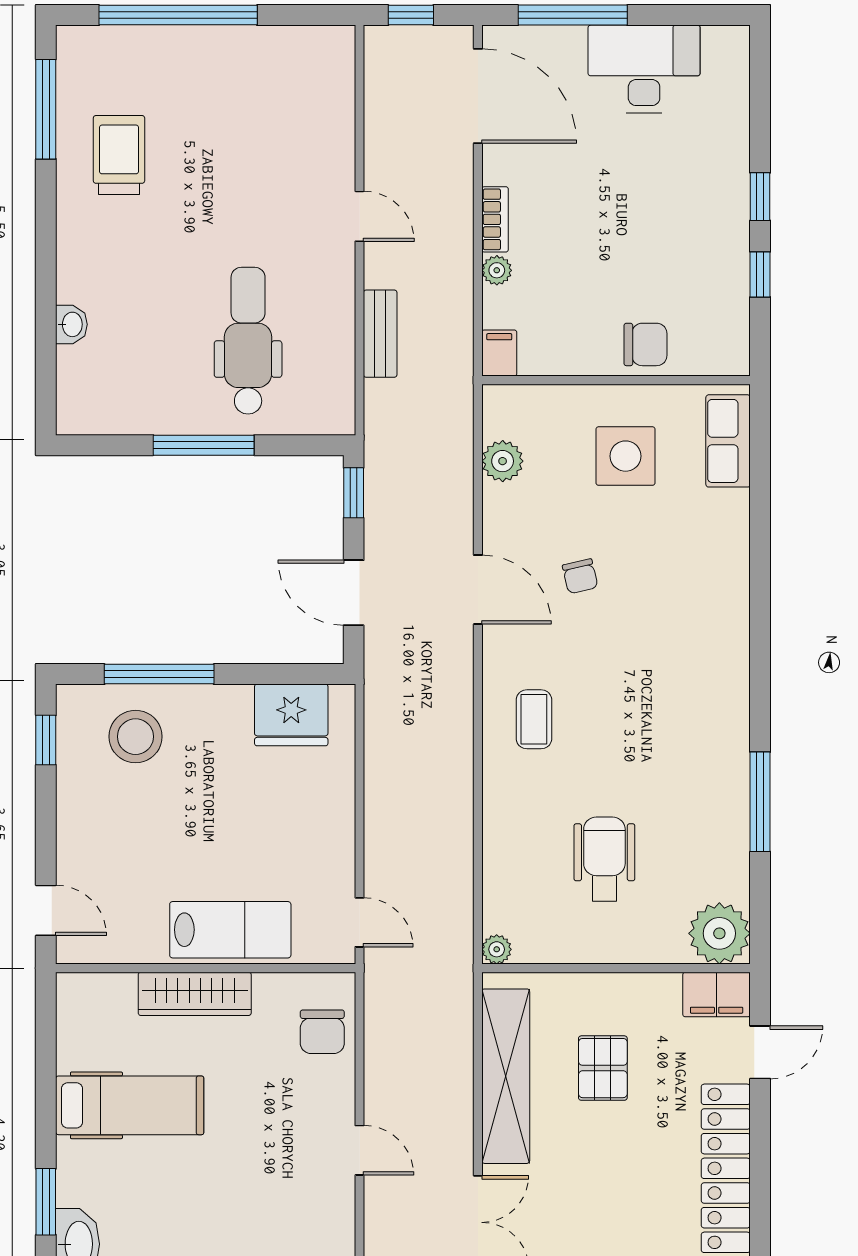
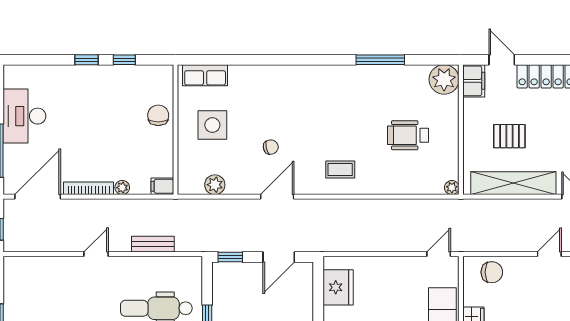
bookcase: (495, 219) -> (89, 188), width x1.56

